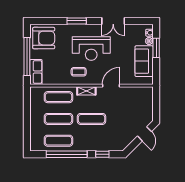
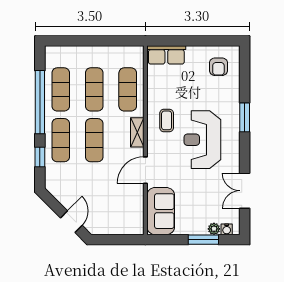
double door: (113, 21) -> (245, 191), moved
armchair: (44, 38) -> (218, 67), width x0.53, depth x0.53
window: (27, 56) -> (190, 41), removed
sofa: (144, 61) -> (161, 211), moved, turned 90
door: (111, 86) -> (145, 170), swing flipped
door: (145, 134) -> (71, 222), swing flipped
exercise mat: (92, 141) -> (61, 140), added

